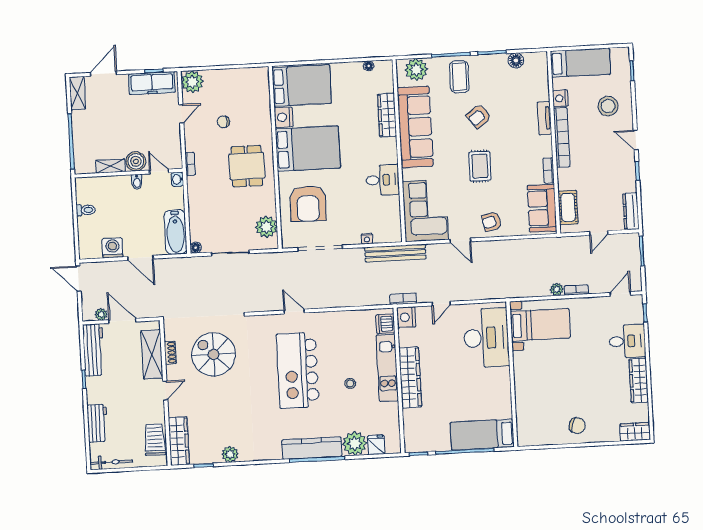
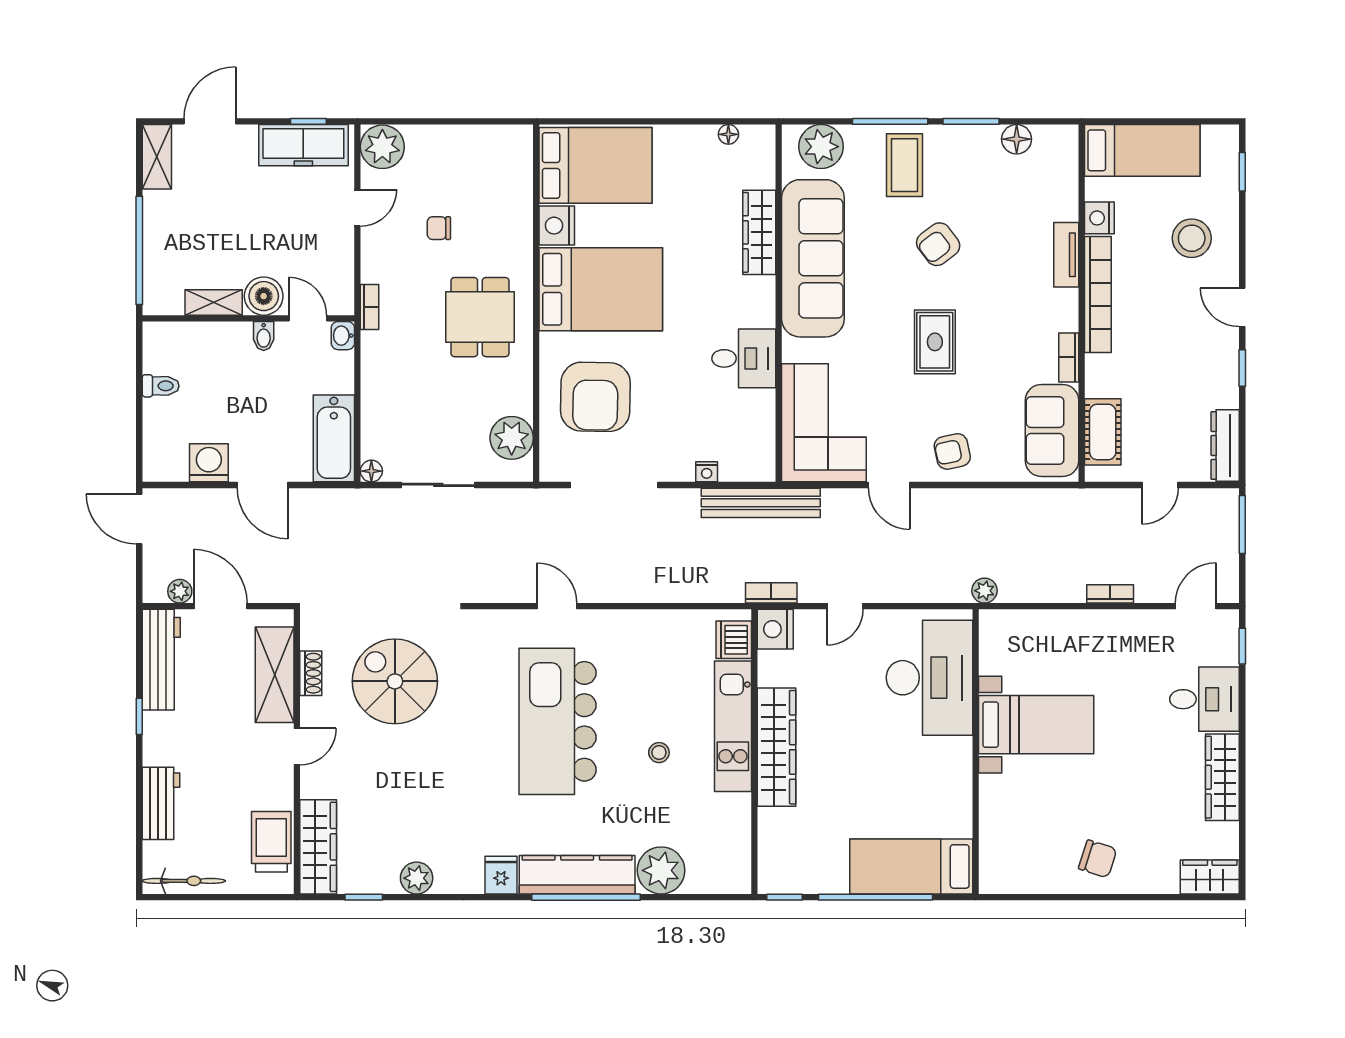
plant: (557, 289) -> (985, 591), moved
bed with nightstands: (540, 325) -> (1036, 725), moved
fridge: (376, 445) -> (501, 875), moved

